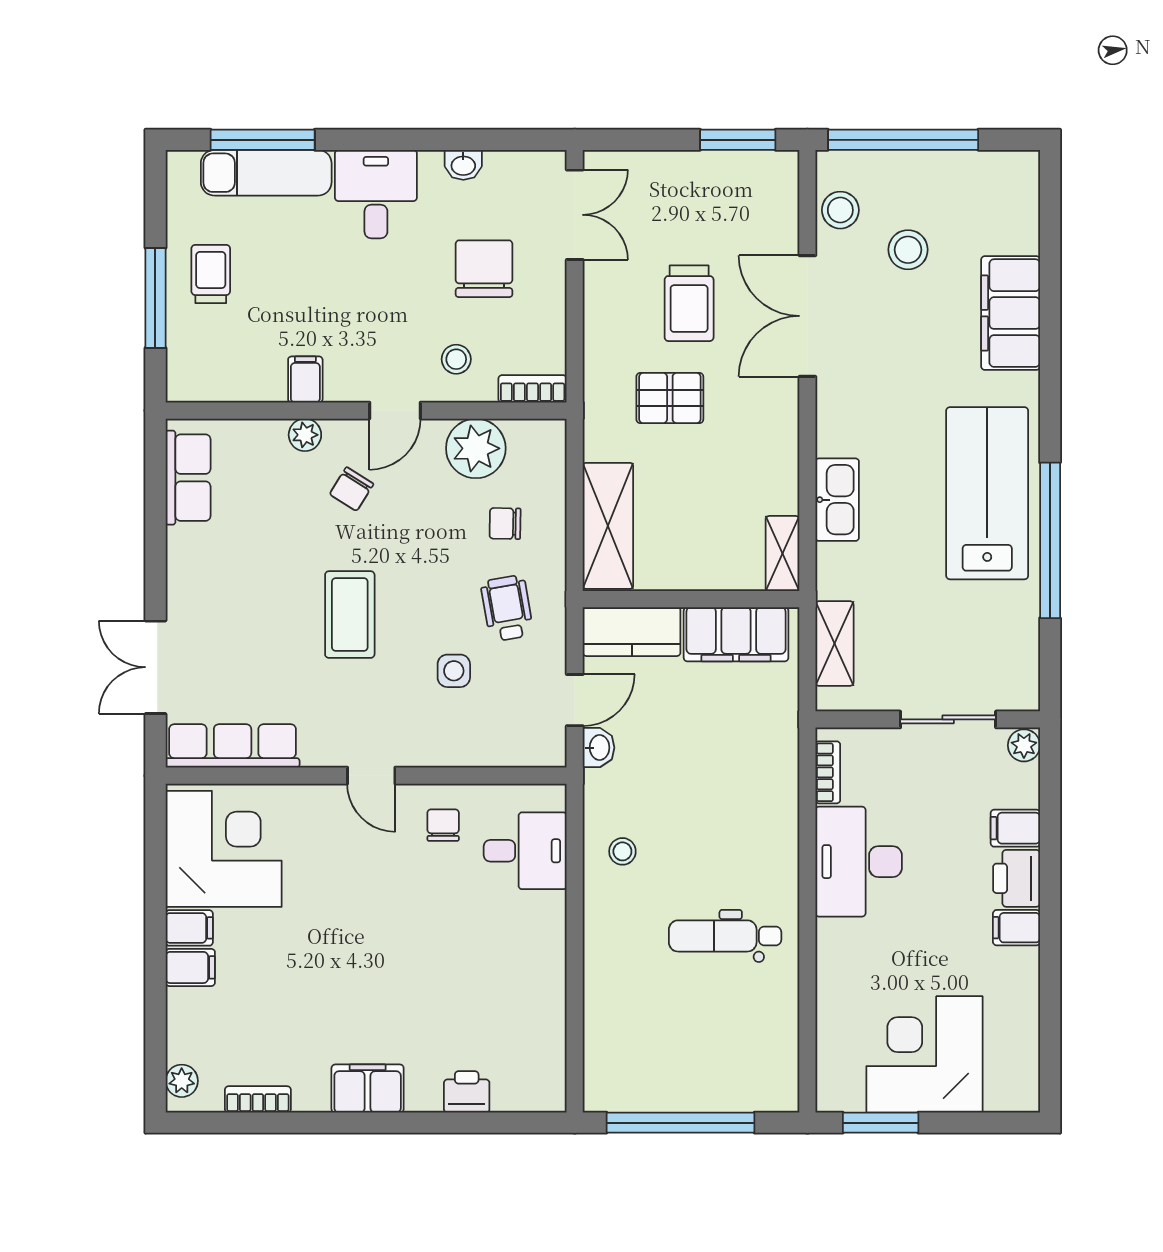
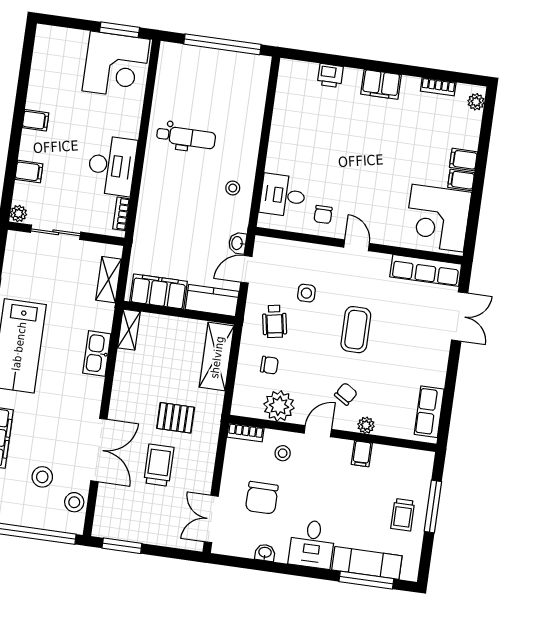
printer: (1017, 878) -> (32, 146), removed
corner desk: (925, 1054) -> (116, 65), moved

